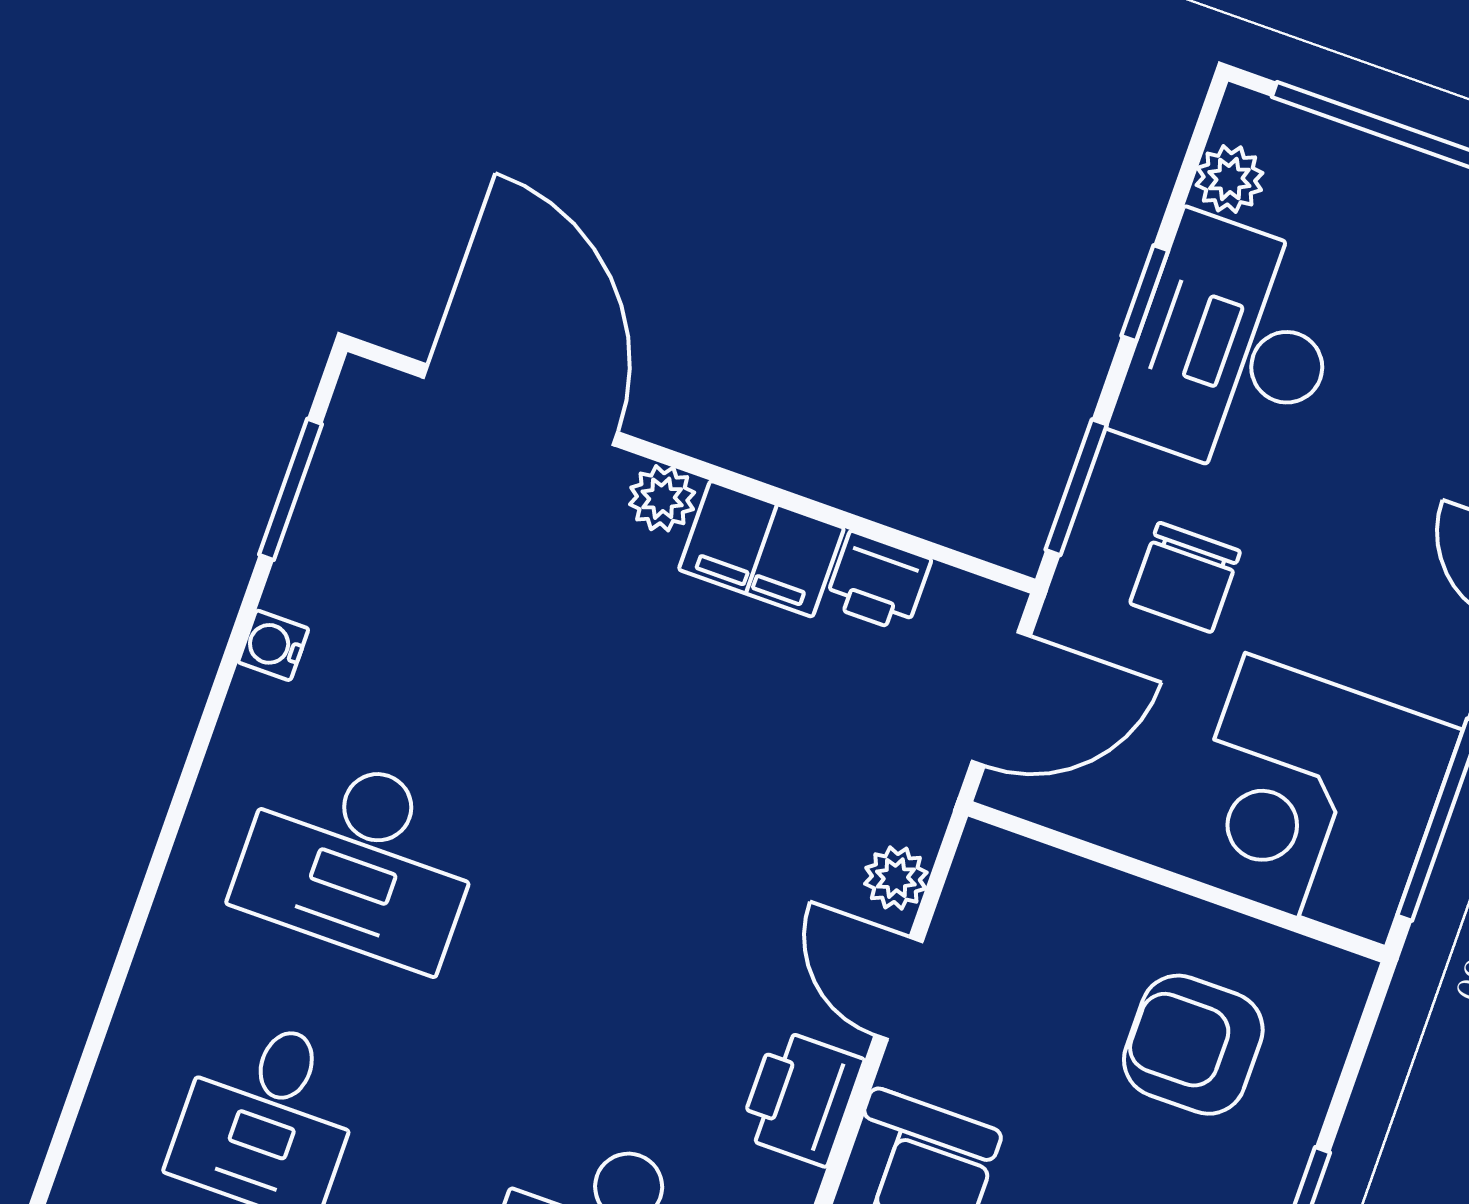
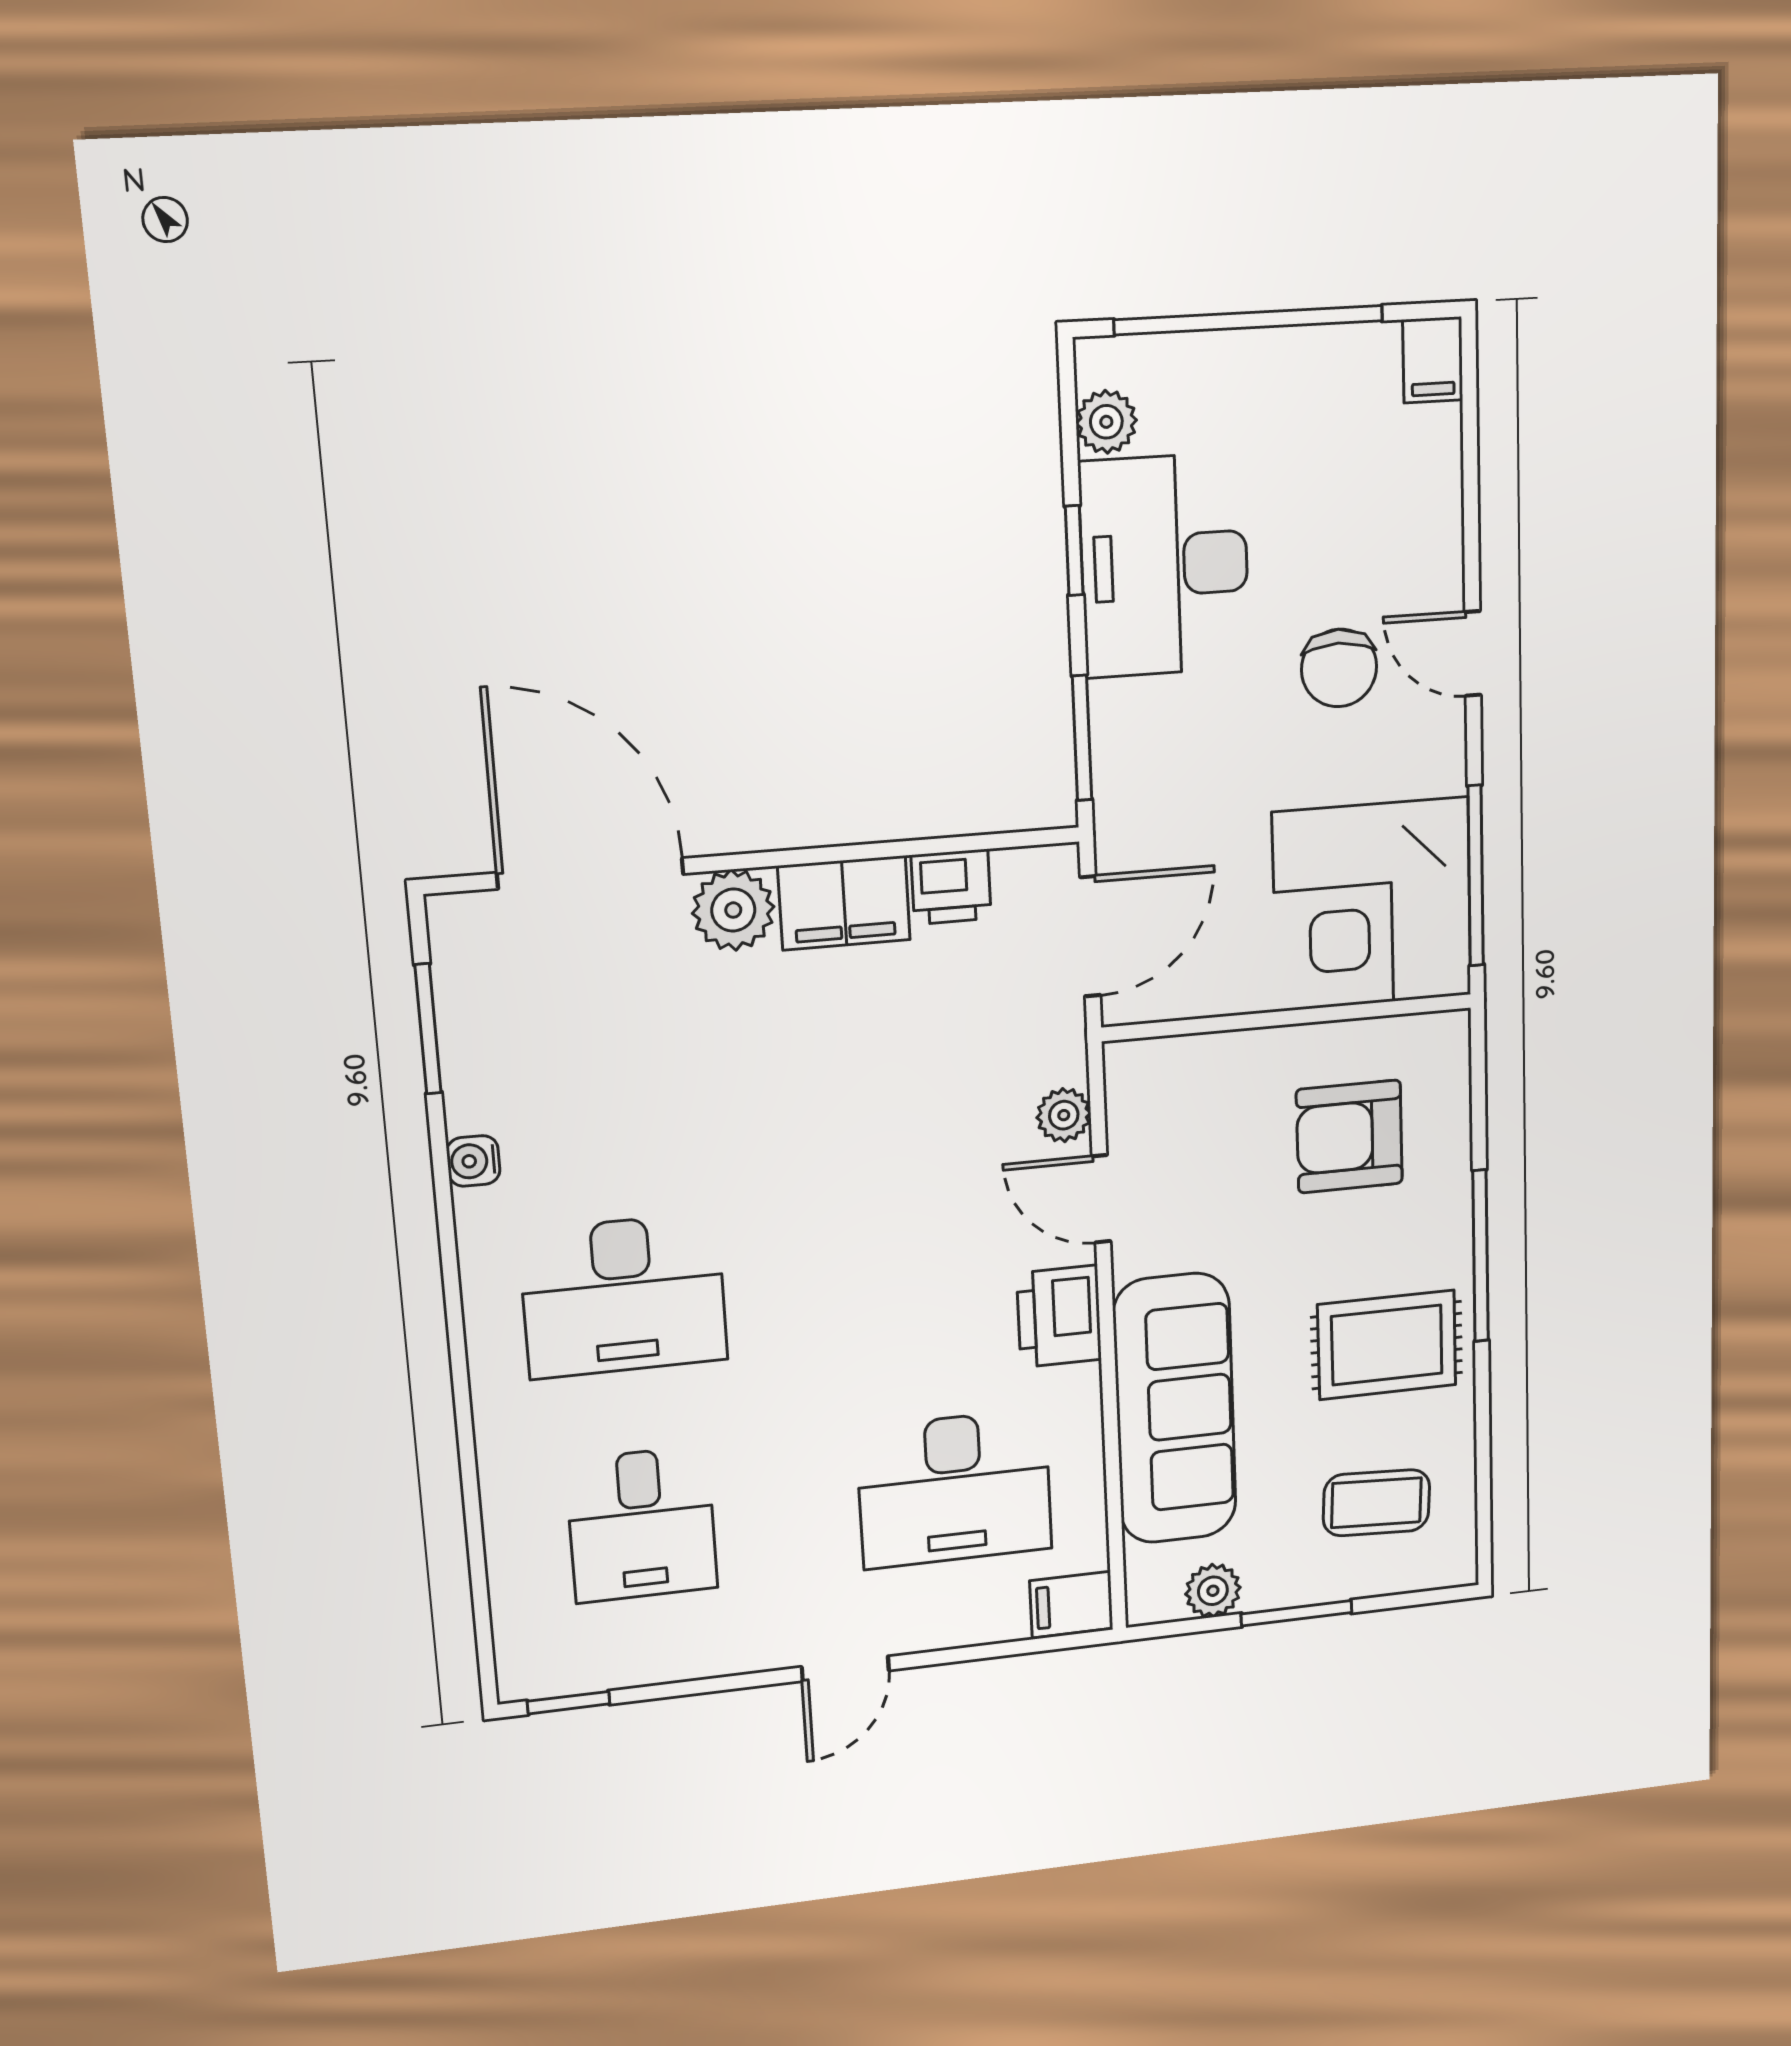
plant: (662, 498) -> (733, 910), width x1.38, depth x1.38
chair: (1185, 577) -> (1339, 668), moved

